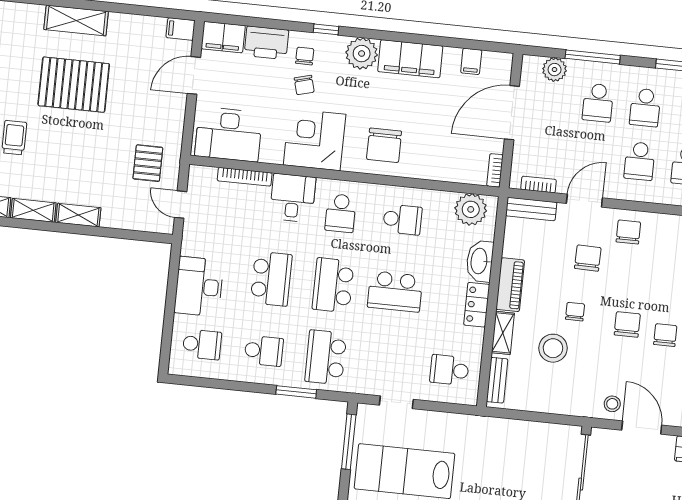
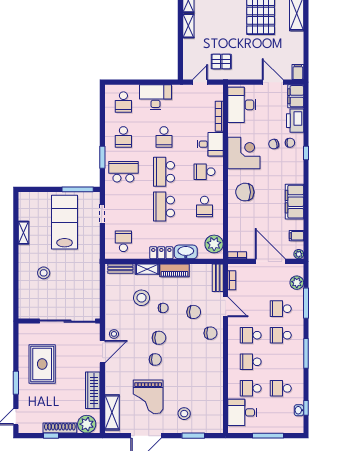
plant: (362, 54) -> (299, 254), moved, width x0.53, depth x0.53
school desk: (271, 279) -> (164, 137), width x0.54
school desk: (333, 285) -> (164, 172), turned -90

